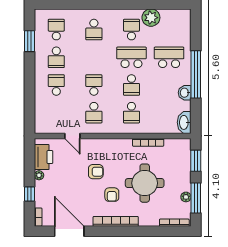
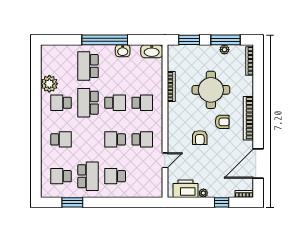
school desk: (56, 57) -> (88, 176), width x1.85
armchair: (96, 172) -> (200, 138), turned 180

